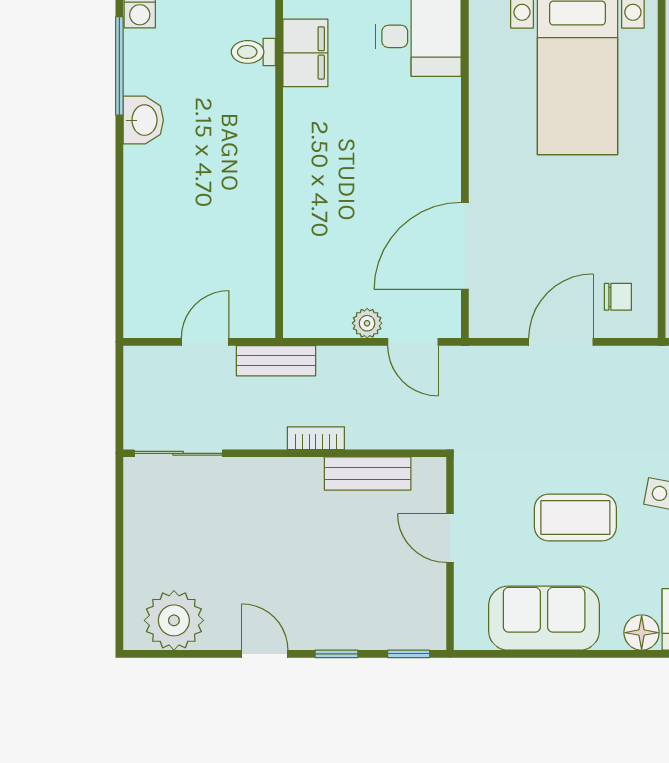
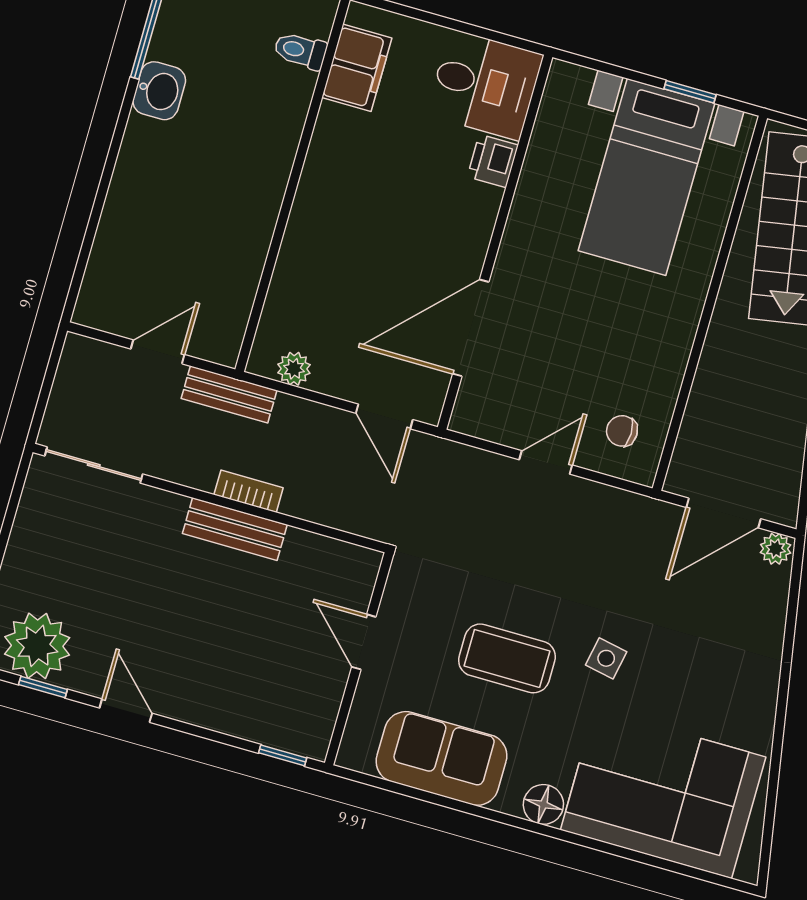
printer: (443, 99) -> (493, 161), added
chair: (618, 297) -> (622, 431), turned 180
plant: (367, 323) -> (294, 369), moved
door: (561, 342) -> (546, 462), width x0.73
bench: (368, 474) -> (235, 529), moved
window: (336, 654) -> (43, 687), moved

